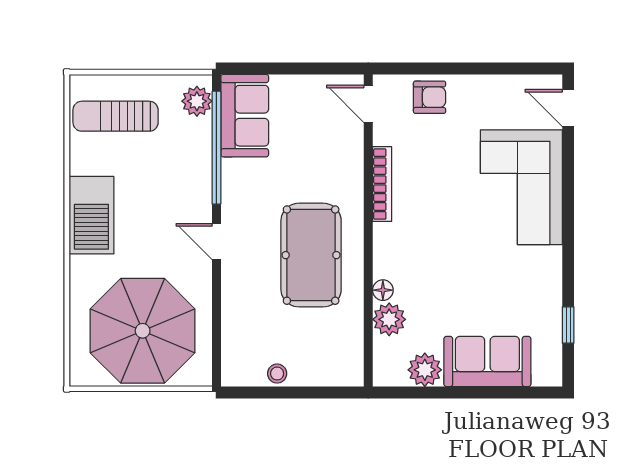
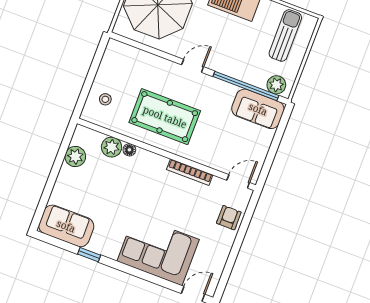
armchair: (430, 97) -> (229, 218), turned 180
window: (568, 325) -> (89, 255), moved
sofa: (487, 361) -> (66, 226), moved, turned -90
stool: (277, 374) -> (105, 99), moved

